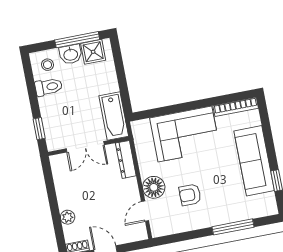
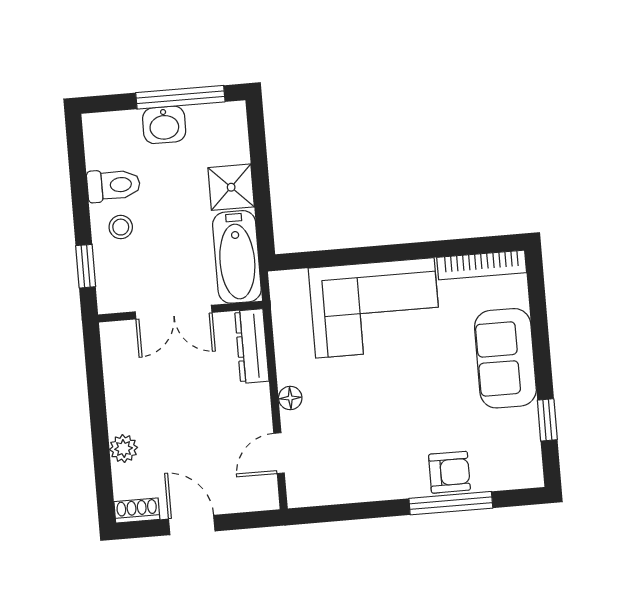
shower: (93, 52) -> (231, 187), moved
stool: (48, 65) -> (121, 227), moved
sofa: (254, 161) -> (505, 358), width x0.73
floor lamp: (154, 187) -> (290, 398), width x0.53, depth x0.53
armchair: (190, 195) -> (449, 472), moved, turned 180

